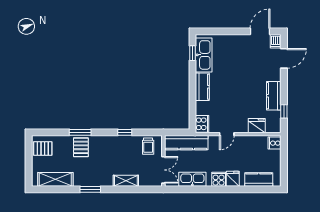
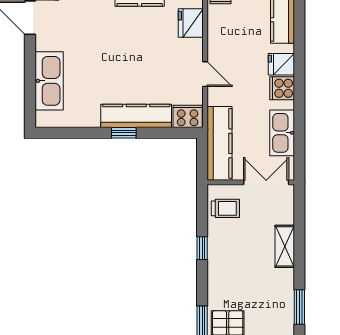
window: (192, 53) -> (124, 133), moved
kitchen sink: (204, 55) -> (49, 81), moved, turned 90
kitchen counter: (202, 87) -> (136, 116), width x1.50

